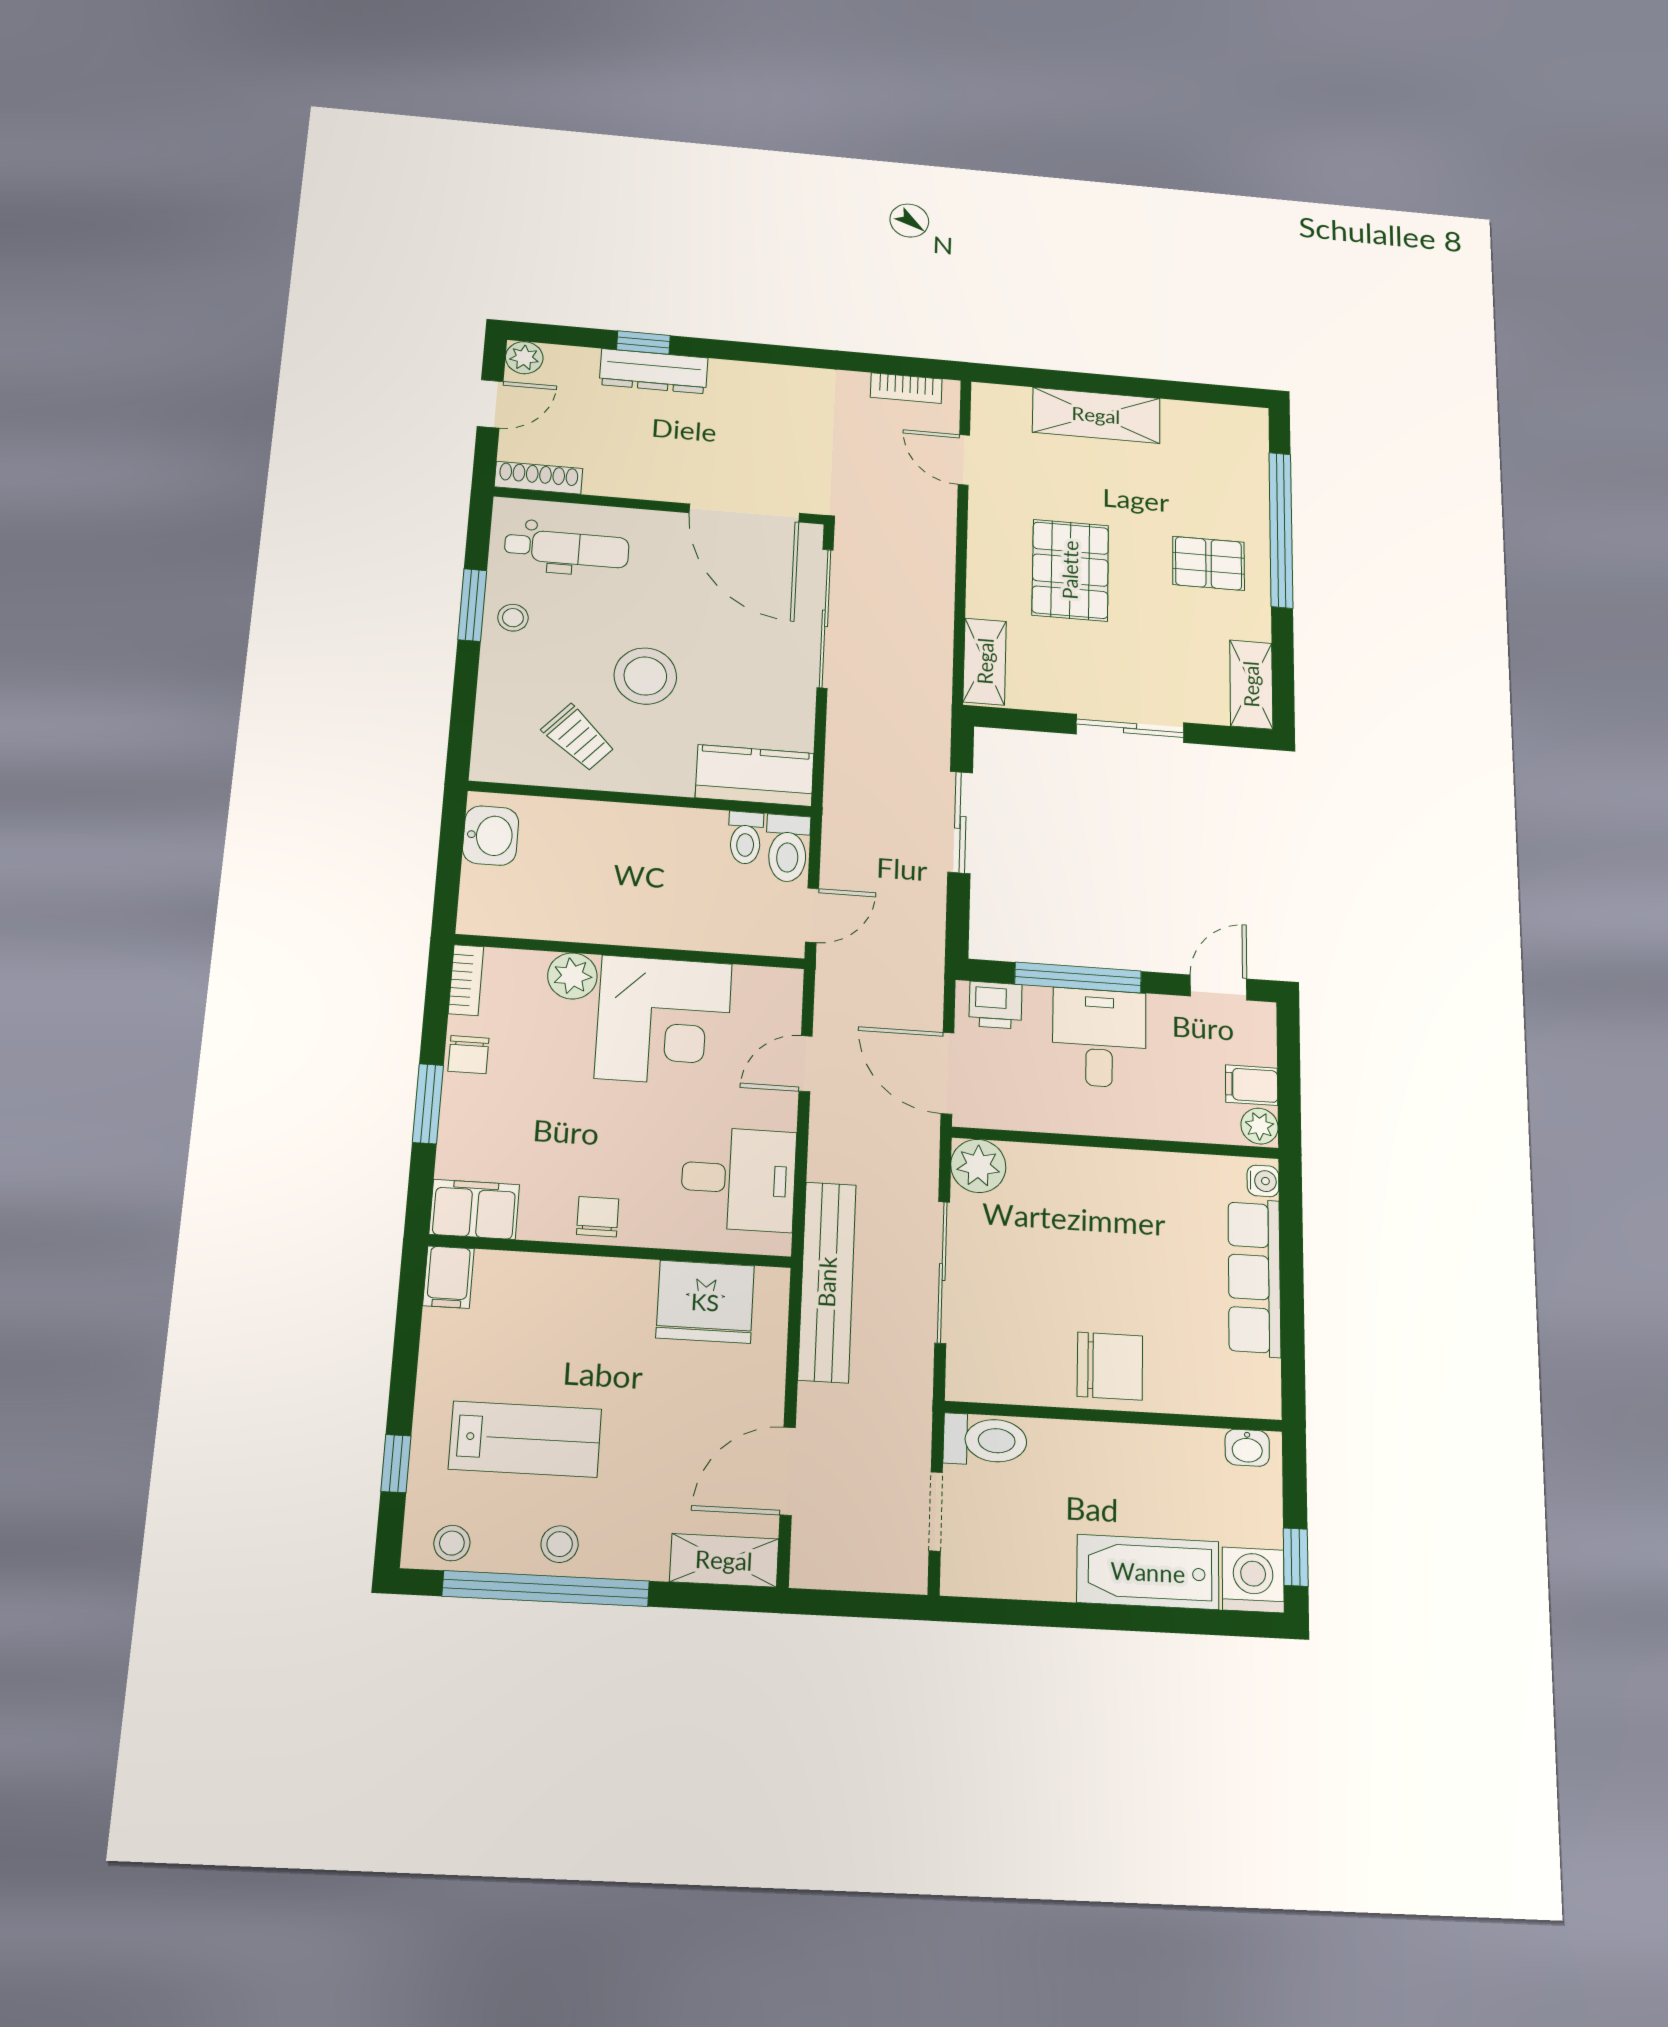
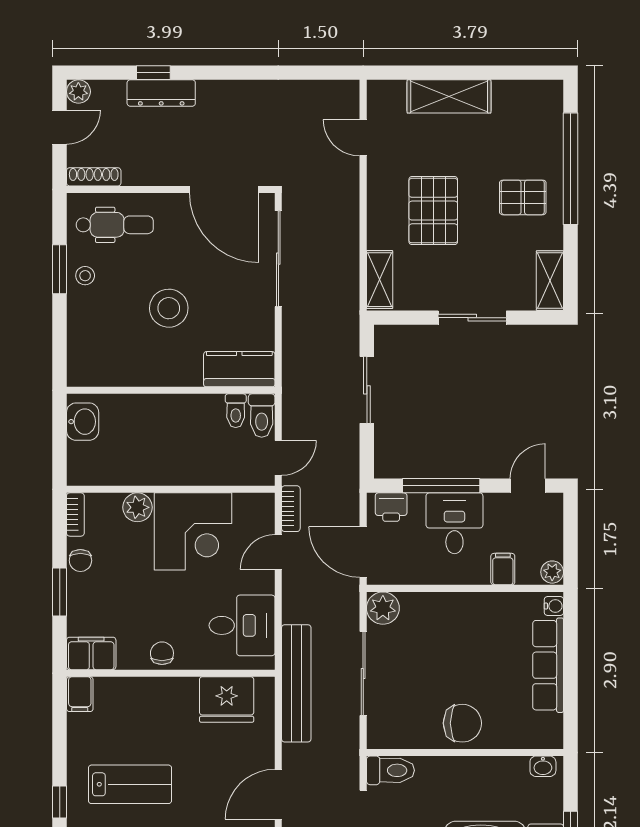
bookcase: (906, 388) -> (291, 509), moved, turned -90
trolley: (578, 738) -> (131, 353), removed
filing cabinet: (1252, 1085) -> (503, 569), moved, turned 90

